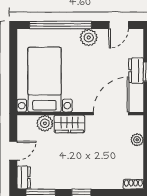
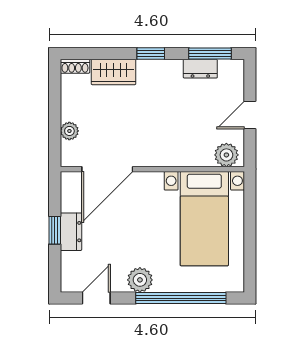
plant: (45, 123) -> (226, 155), moved
wardrobe: (69, 124) -> (114, 72), moved, turned 180
dresser: (24, 177) -> (200, 69), moved, turned -90

